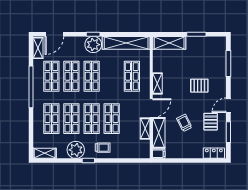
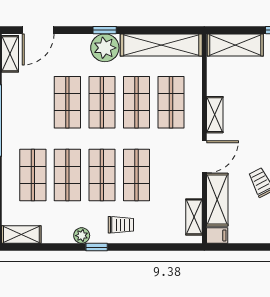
shop shelf: (51, 76) -> (136, 102), moved
shelving: (145, 129) -> (194, 217), moved
plant: (76, 150) -> (82, 236), width x0.53, depth x0.53

